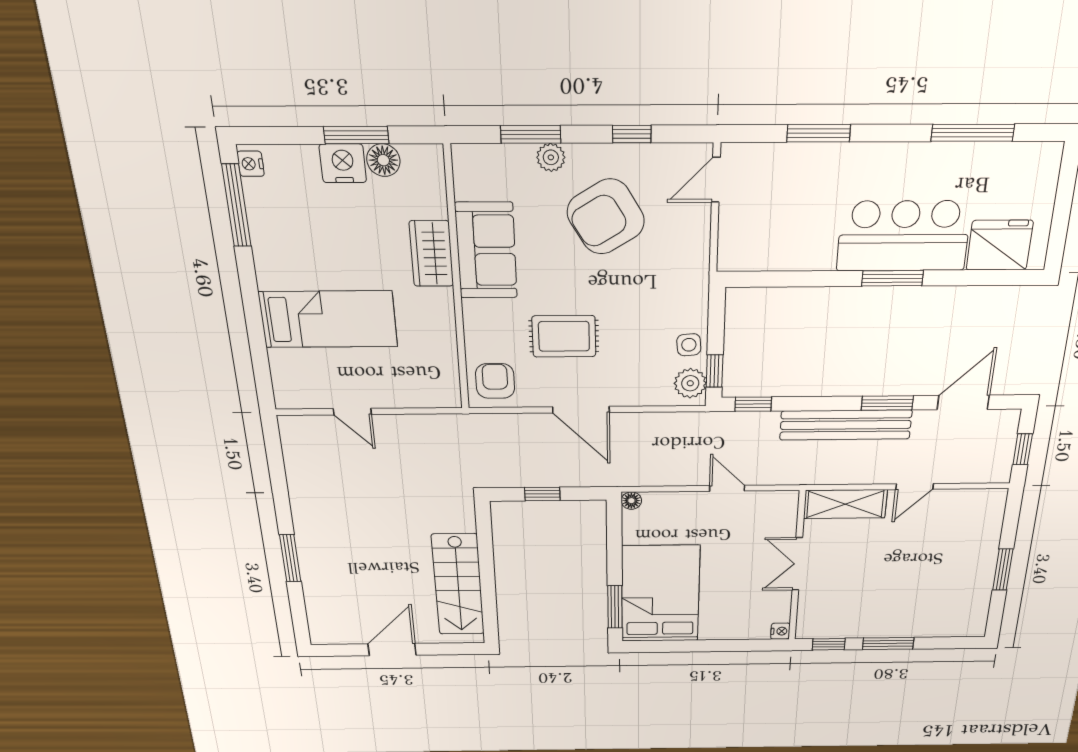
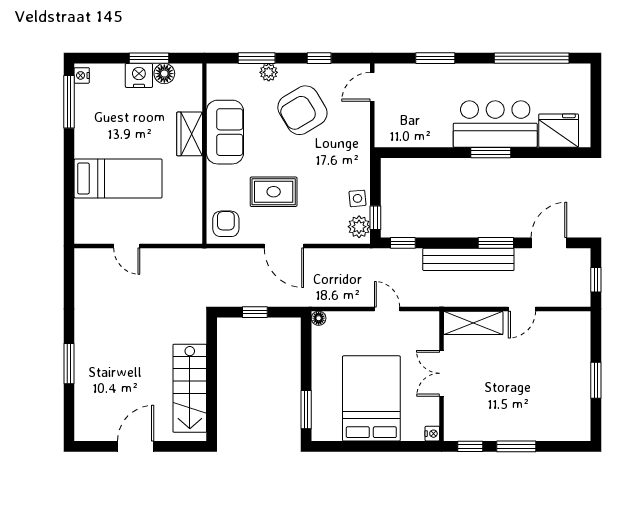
window: (973, 133) -> (532, 58), width x1.46
bed: (660, 594) -> (371, 398), moved

